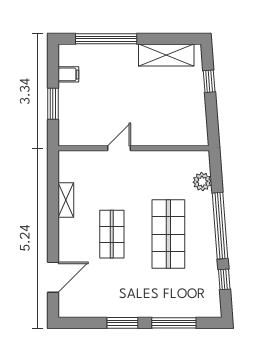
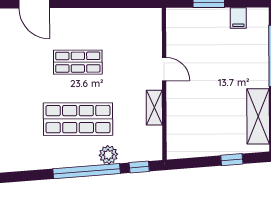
plant: (202, 182) -> (108, 155), moved
shelving: (66, 200) -> (154, 108), moved, turned 90
window: (224, 279) -> (139, 167), moved

